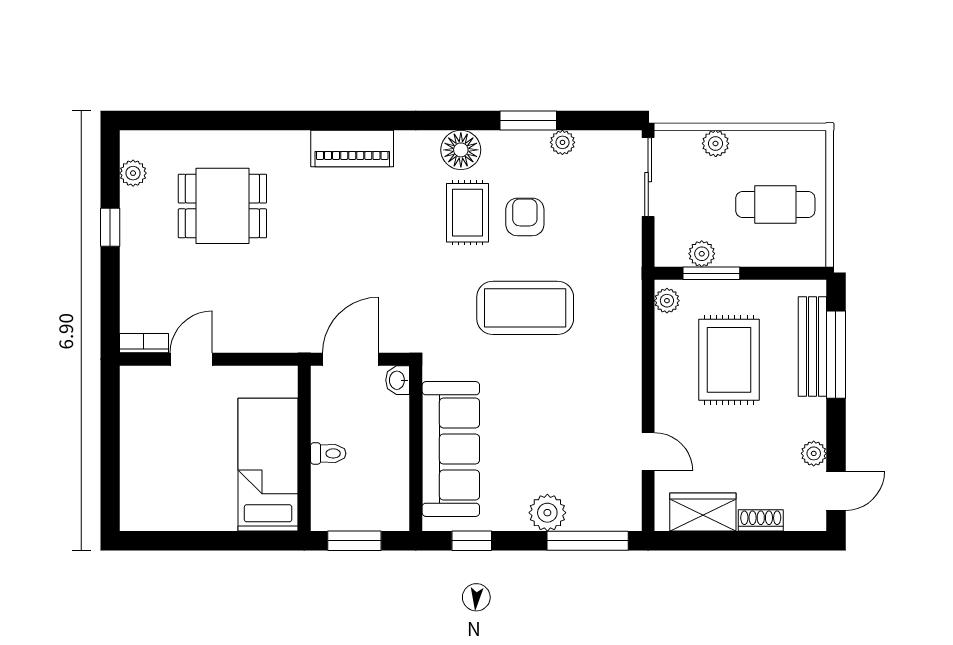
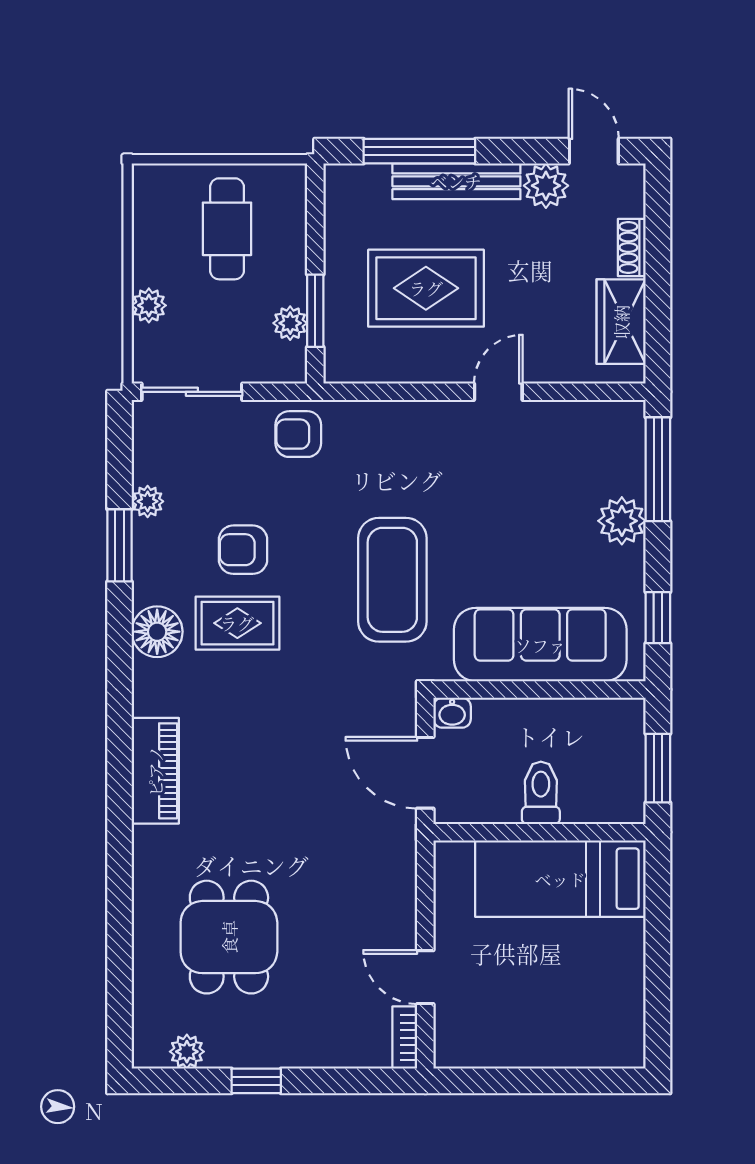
armchair: (615, 260) -> (298, 434), added
plant: (667, 301) -> (350, 368), removed
coffee table: (525, 308) -> (392, 580), moved
bench: (812, 347) -> (456, 181), moved
door: (648, 452) -> (498, 392), moved
toilet: (328, 453) -> (541, 793), width x1.37, depth x1.39
plant: (814, 453) -> (546, 186), width x1.38, depth x1.38

